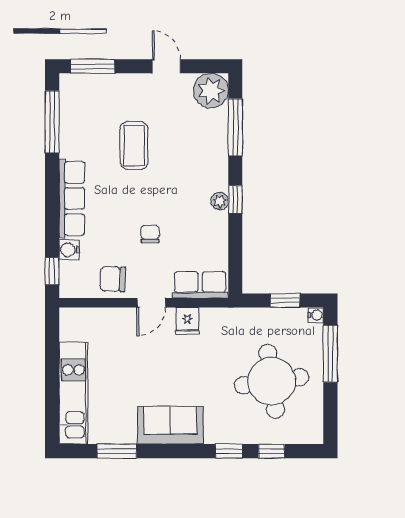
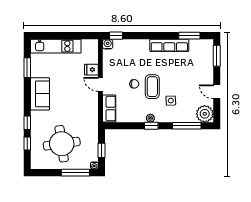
door: (166, 66) -> (217, 92), swing flipped
window: (52, 122) -> (189, 36), width x0.69
coffee table: (134, 146) -> (152, 87), moved, turned 90
side table: (184, 160) -> (171, 101), added
row of seats: (72, 198) -> (169, 45), moved
water cooler: (69, 250) -> (108, 44), moved
chair: (113, 279) -> (112, 65), removed
fridge: (187, 321) -> (91, 70), moved

